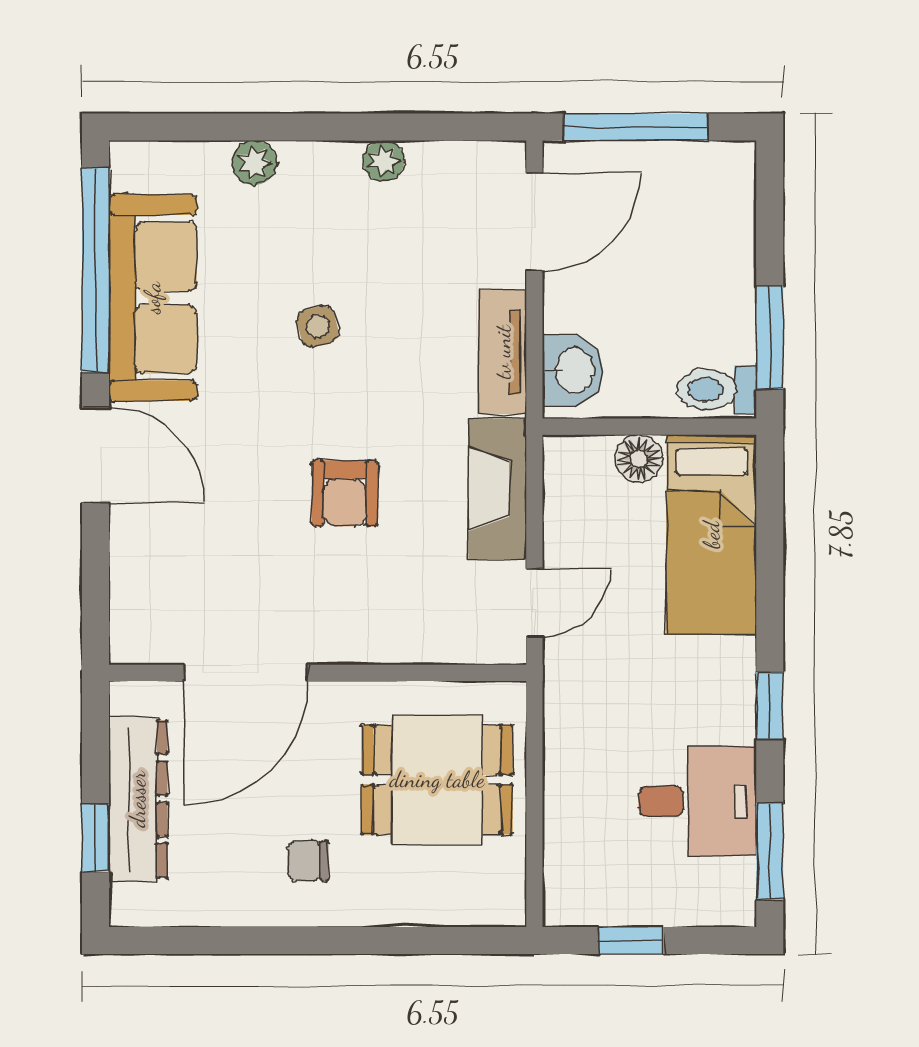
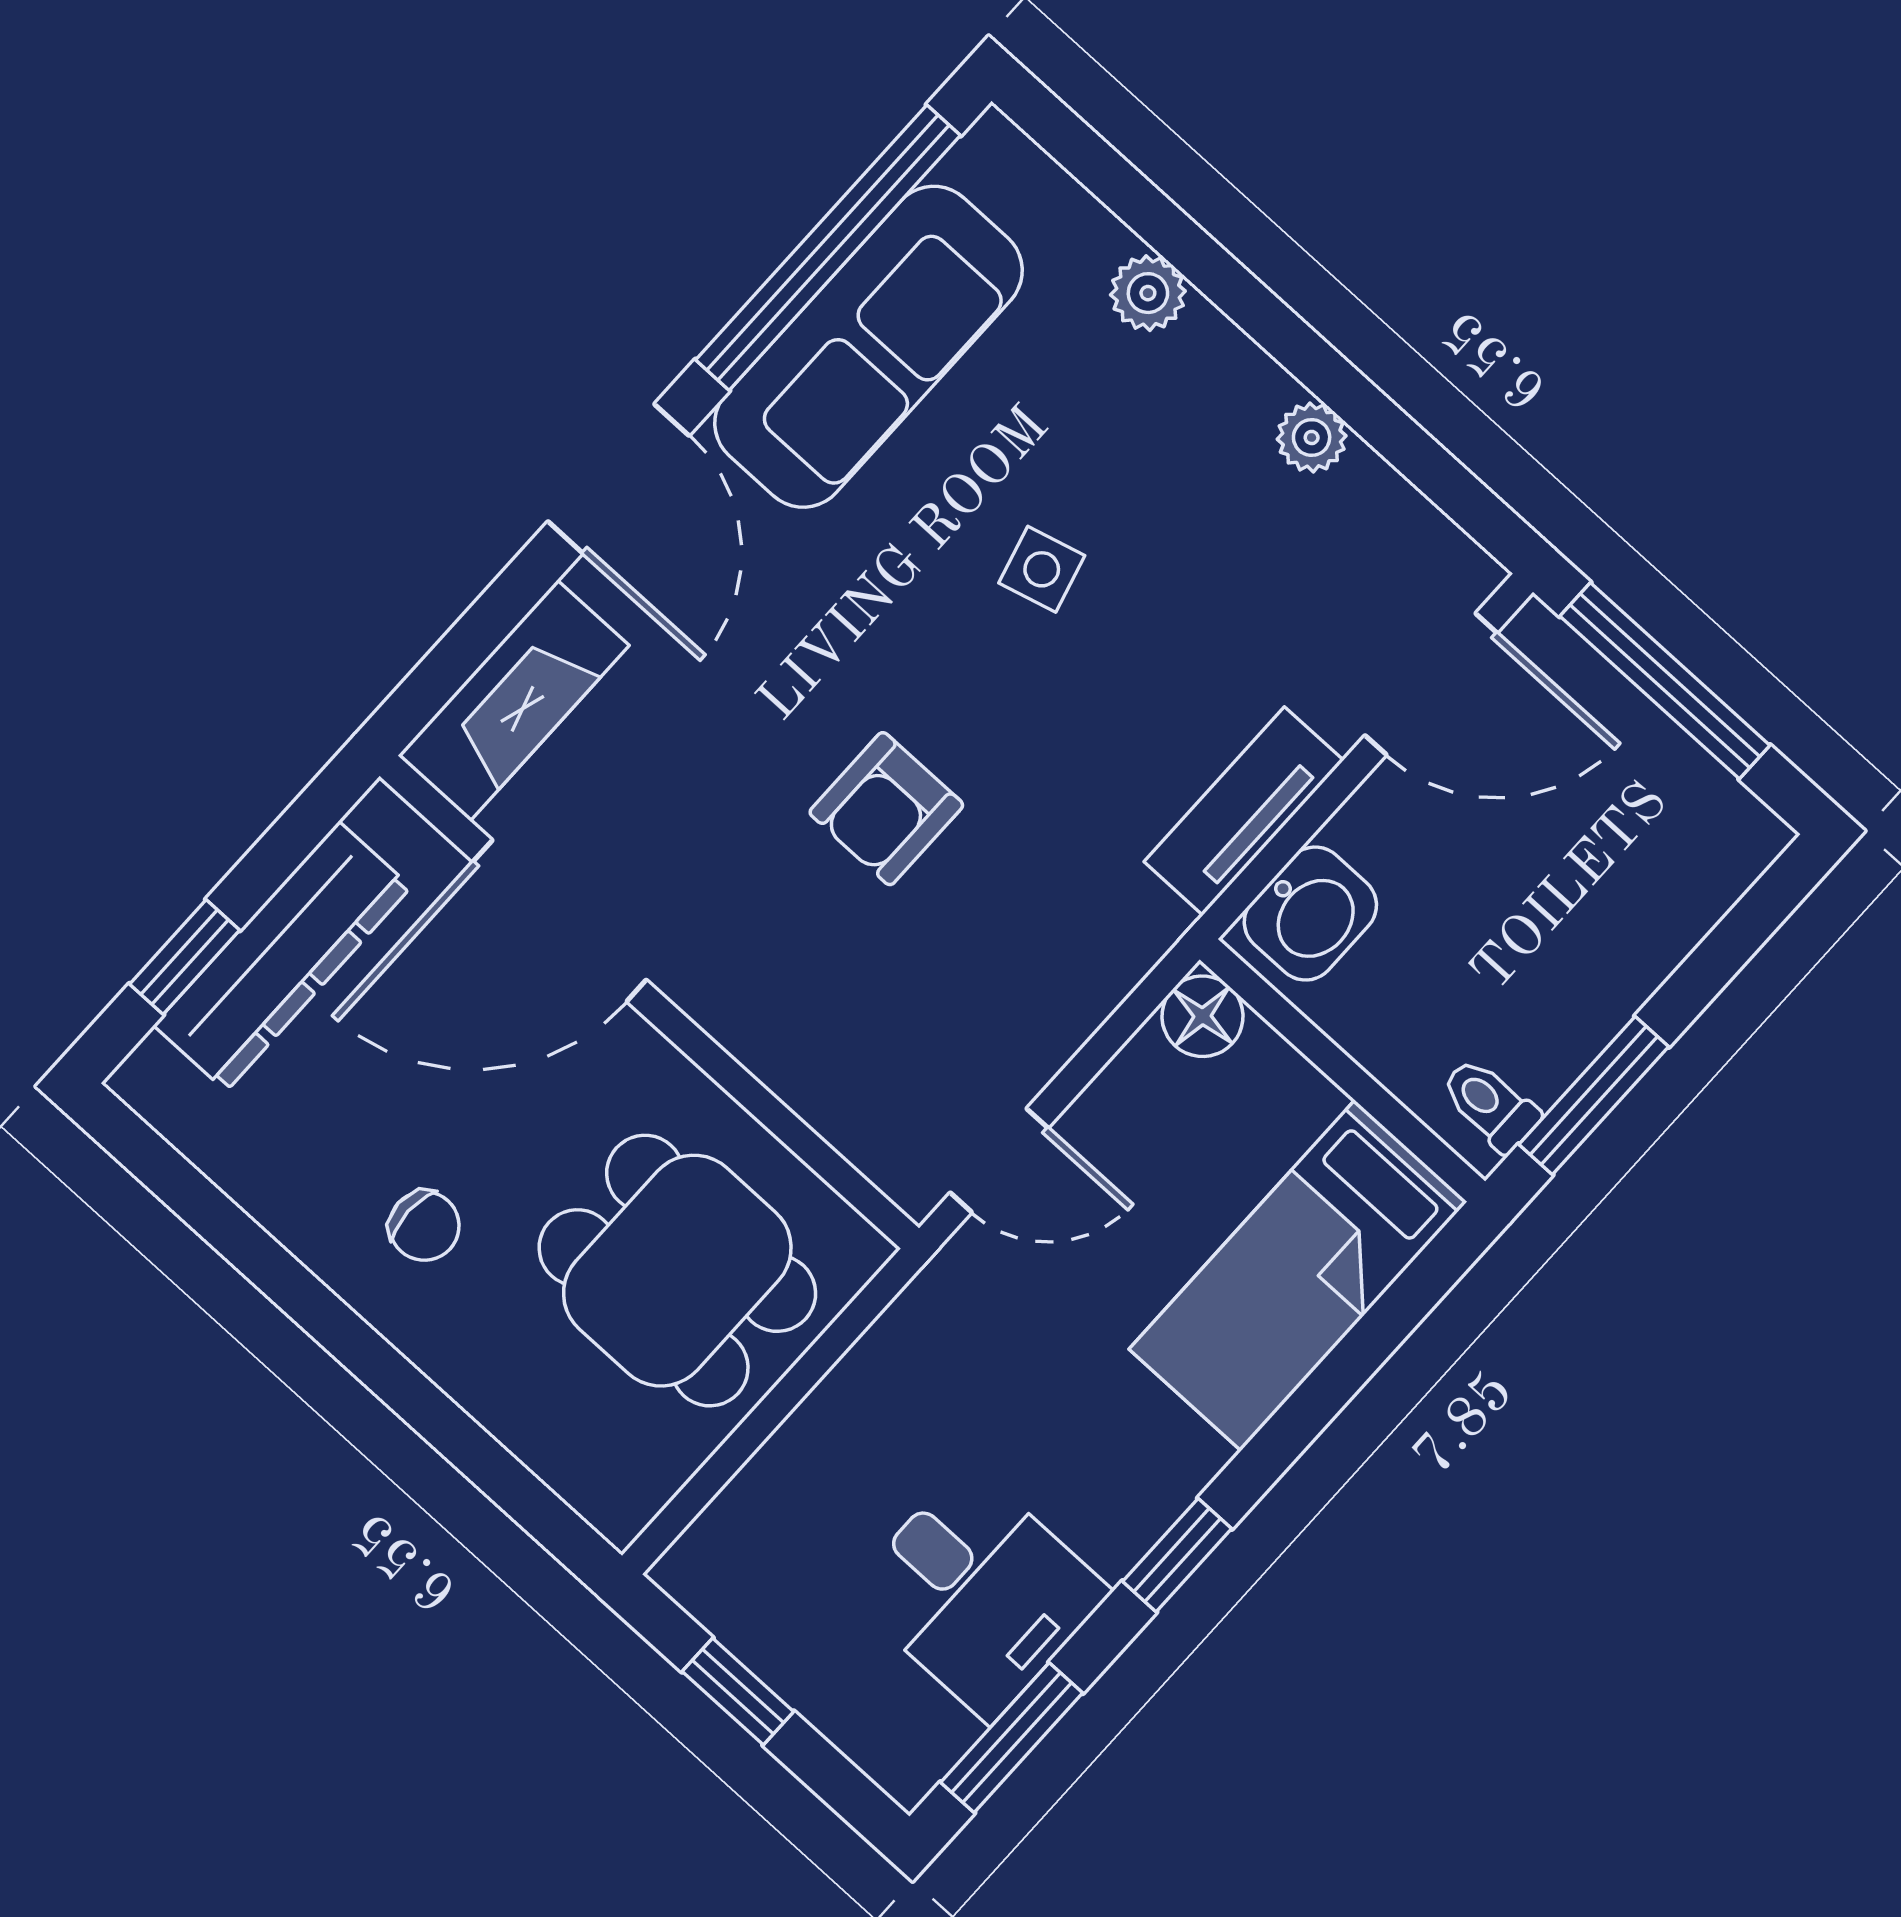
toilet: (717, 389) -> (1490, 1104), width x0.73, depth x0.72
floor lamp: (638, 459) -> (1202, 1016), moved
fireplace: (497, 489) -> (514, 701), moved, turned 180
chair: (308, 861) -> (424, 1226), turned 180

